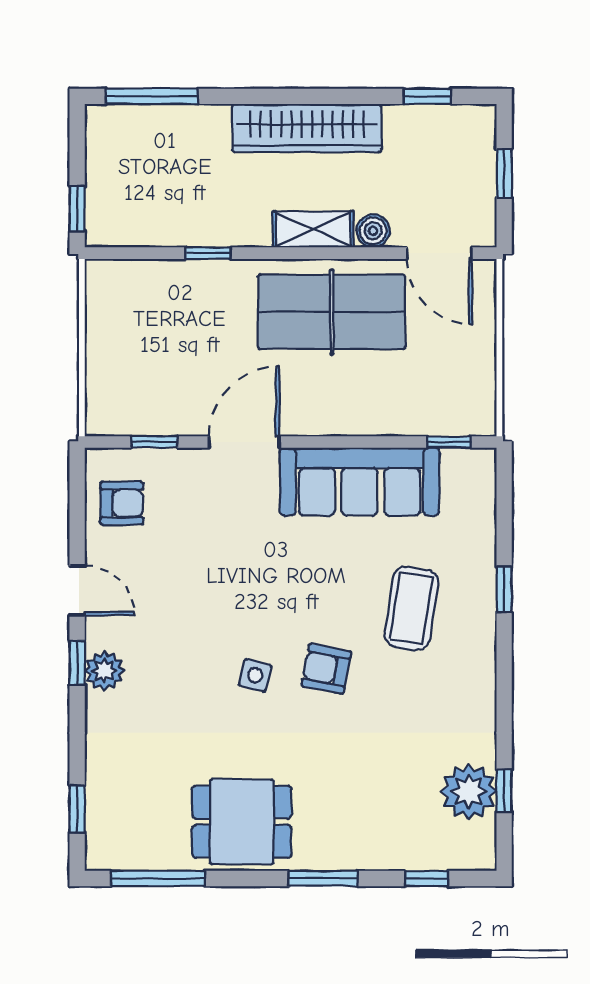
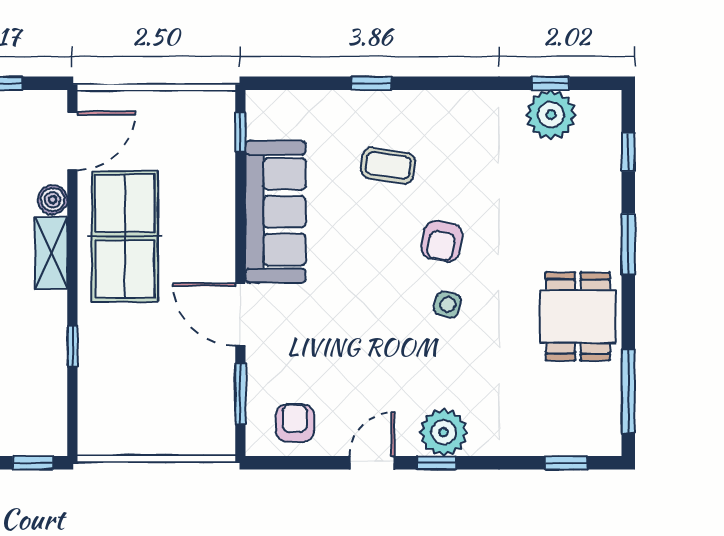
window: (155, 442) -> (240, 394), width x1.50
coffee table: (411, 608) -> (388, 166), width x0.73, depth x0.77
plant: (104, 671) -> (444, 432), width x1.36, depth x1.36

